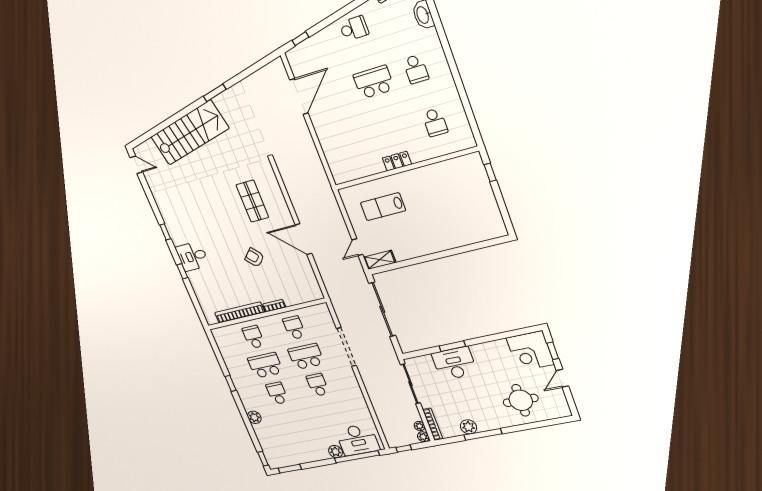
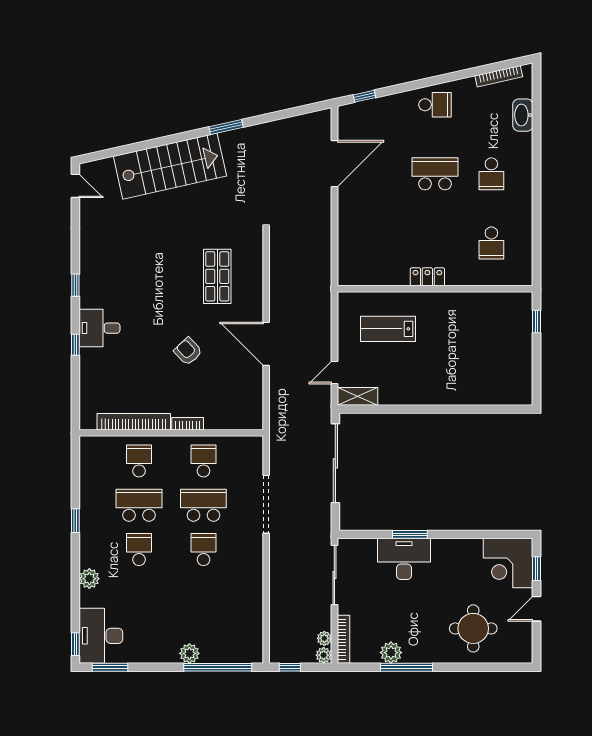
desk: (357, 440) -> (101, 636), moved, turned 90

